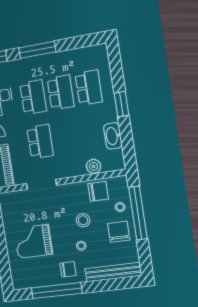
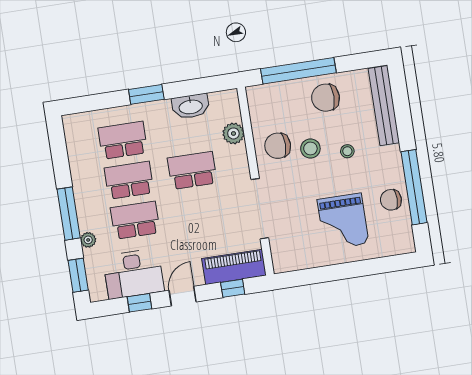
plant: (19, 64) -> (88, 240), added
school desk: (40, 142) -> (192, 170), moved
doorway: (41, 184) -> (260, 209), width x1.36
chair: (98, 191) -> (278, 146), moved, turned -90
stool: (120, 207) -> (290, 96), removed
chair: (68, 269) -> (391, 200), moved, turned -90

